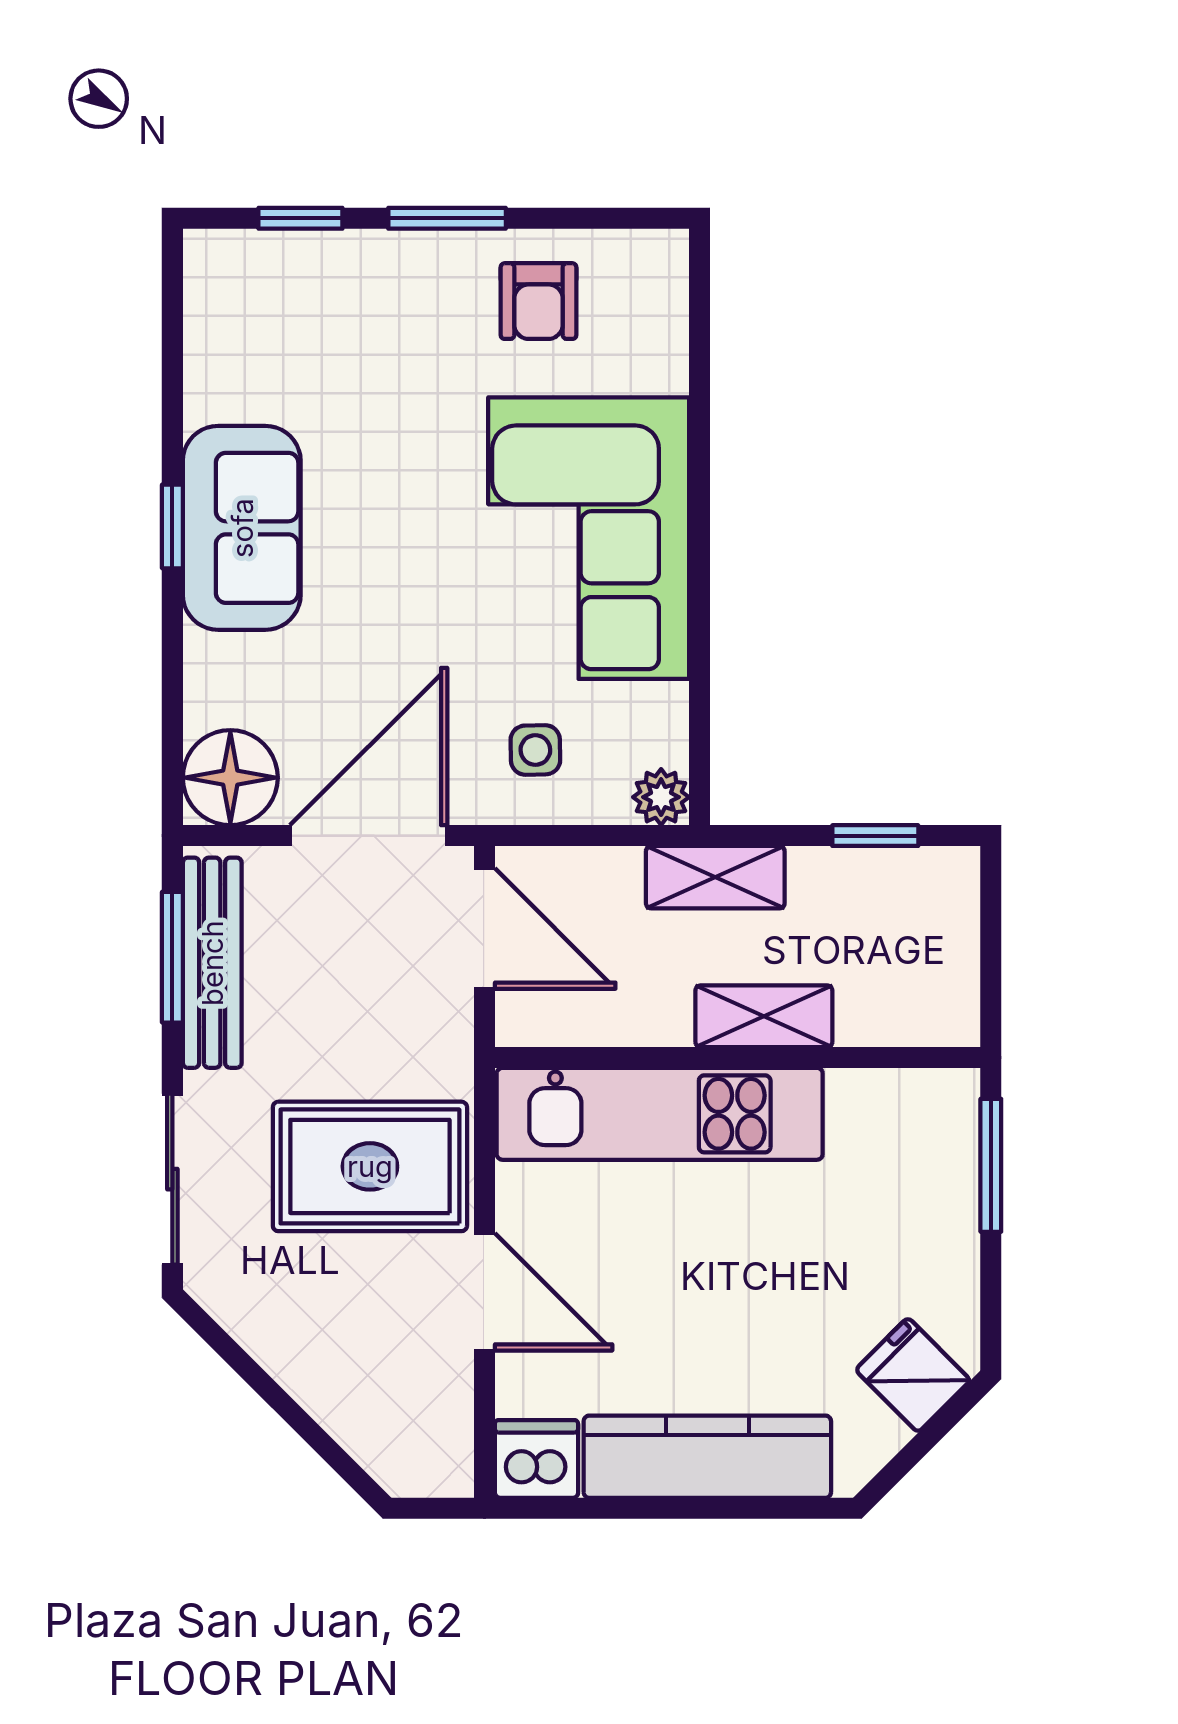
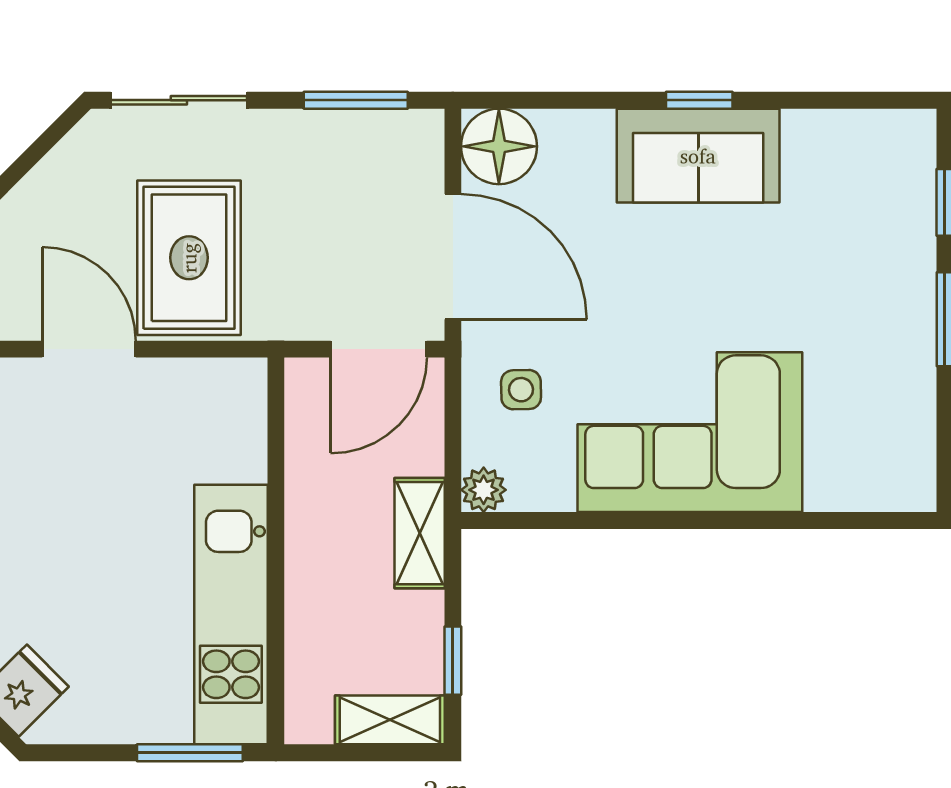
armchair: (538, 301) -> (879, 392), removed
bench: (212, 963) -> (351, 132), removed
shelving: (764, 1016) -> (390, 720), moved, turned 90
kitchen unit: (660, 1114) -> (231, 615), moved
door: (484, 1292) -> (89, 349), swing flipped

